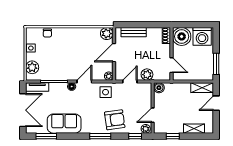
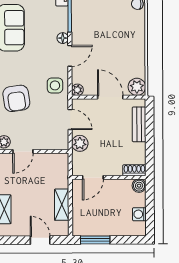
boiler: (182, 36) -> (139, 186), width x0.54, depth x0.54
washing machine: (202, 36) -> (139, 214), width x0.53, depth x0.53
door: (84, 81) -> (70, 56), hinge flipped
boiler: (159, 88) -> (61, 160), removed
shelving: (202, 88) -> (62, 205), moved
door: (153, 115) -> (23, 151), swing flipped

